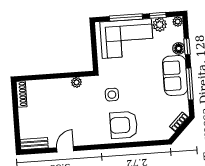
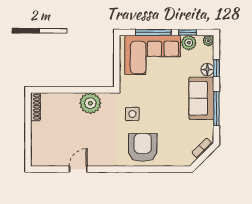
plant: (76, 82) -> (90, 103), width x1.87, depth x1.87
armchair: (124, 125) -> (143, 147), turned 90
bench: (34, 144) -> (45, 161), removed

